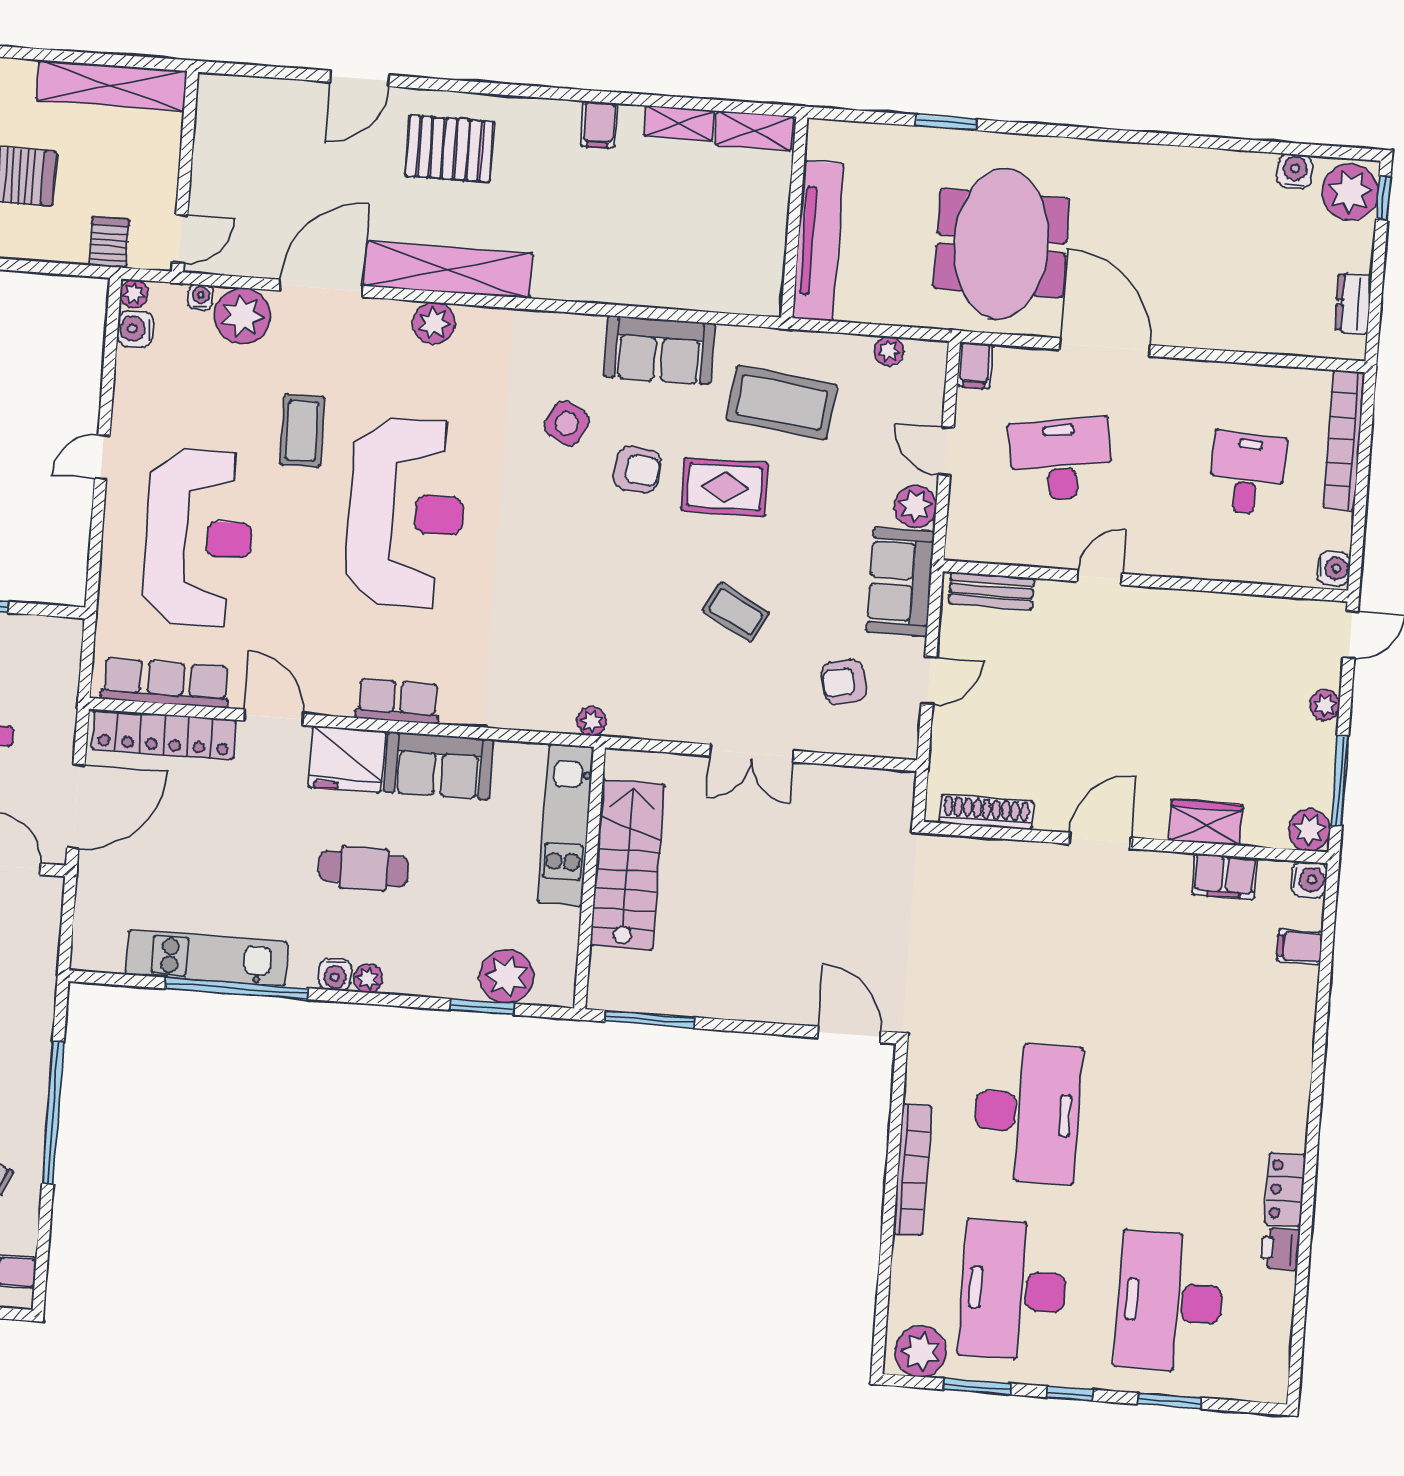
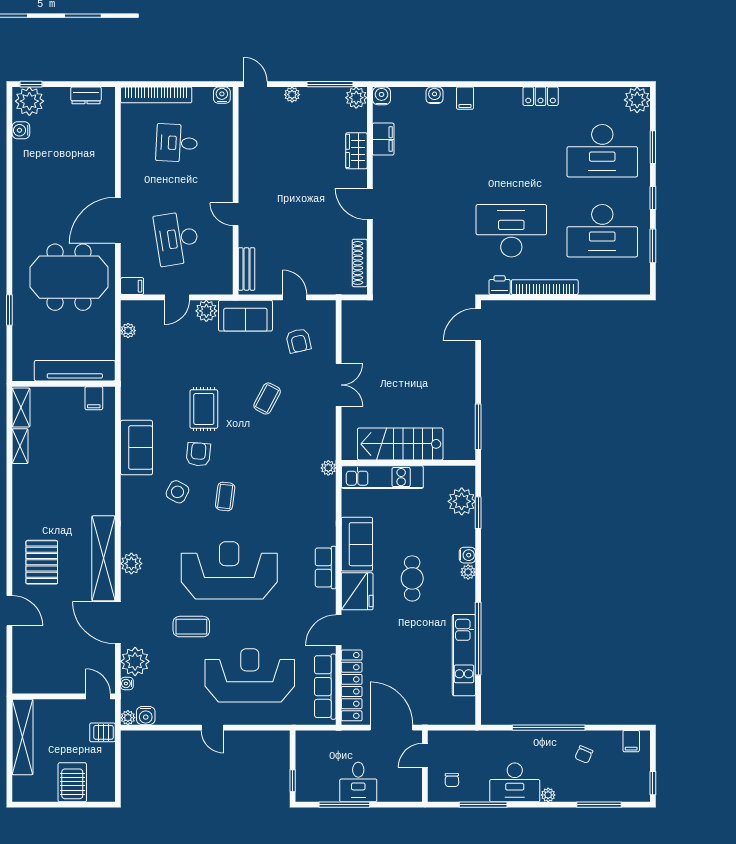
filing cabinet: (599, 125) -> (94, 398), moved, turned 90
coffee table: (782, 402) -> (225, 496), moved, width x0.54, depth x0.58
filing cabinet: (1300, 947) -> (465, 98), moved
water cooler: (335, 975) -> (467, 555), moved
water cooler: (1302, 983) -> (434, 95), added
printer: (1280, 1249) -> (500, 285), moved, turned 180
plant: (921, 1351) -> (637, 100), moved

